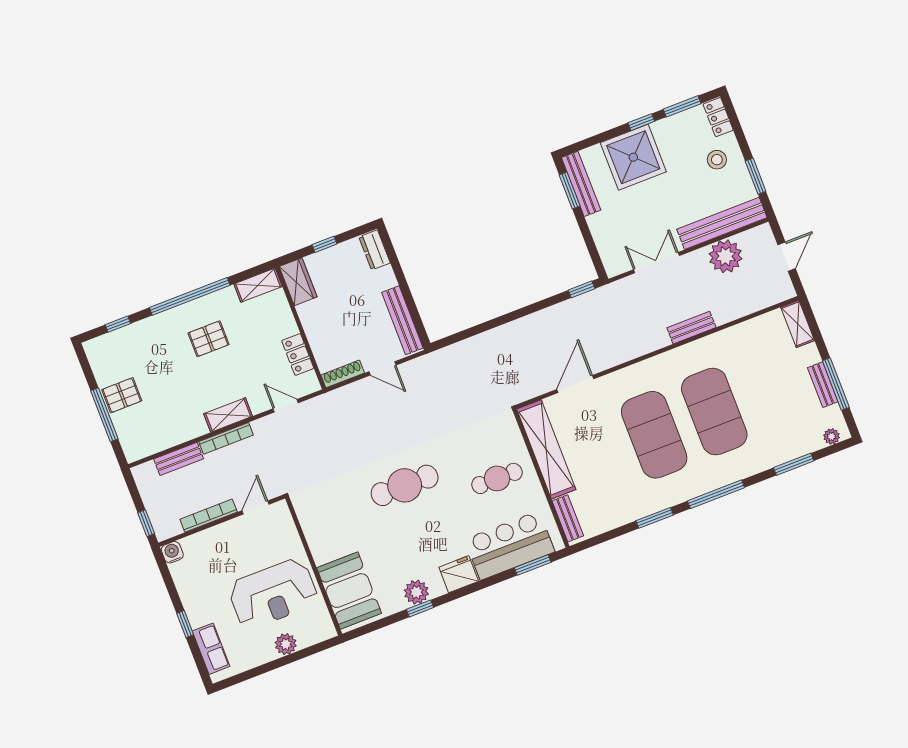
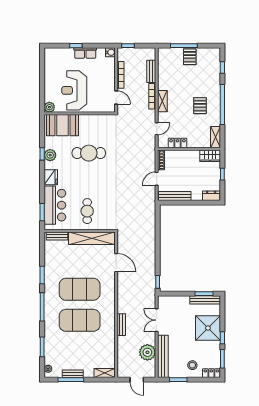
double door: (656, 263) -> (157, 320), swing flipped
cafe table: (405, 485) -> (89, 153), moved, turned 90
plant: (286, 644) -> (49, 107), moved
row of seats: (211, 649) -> (85, 53), moved

